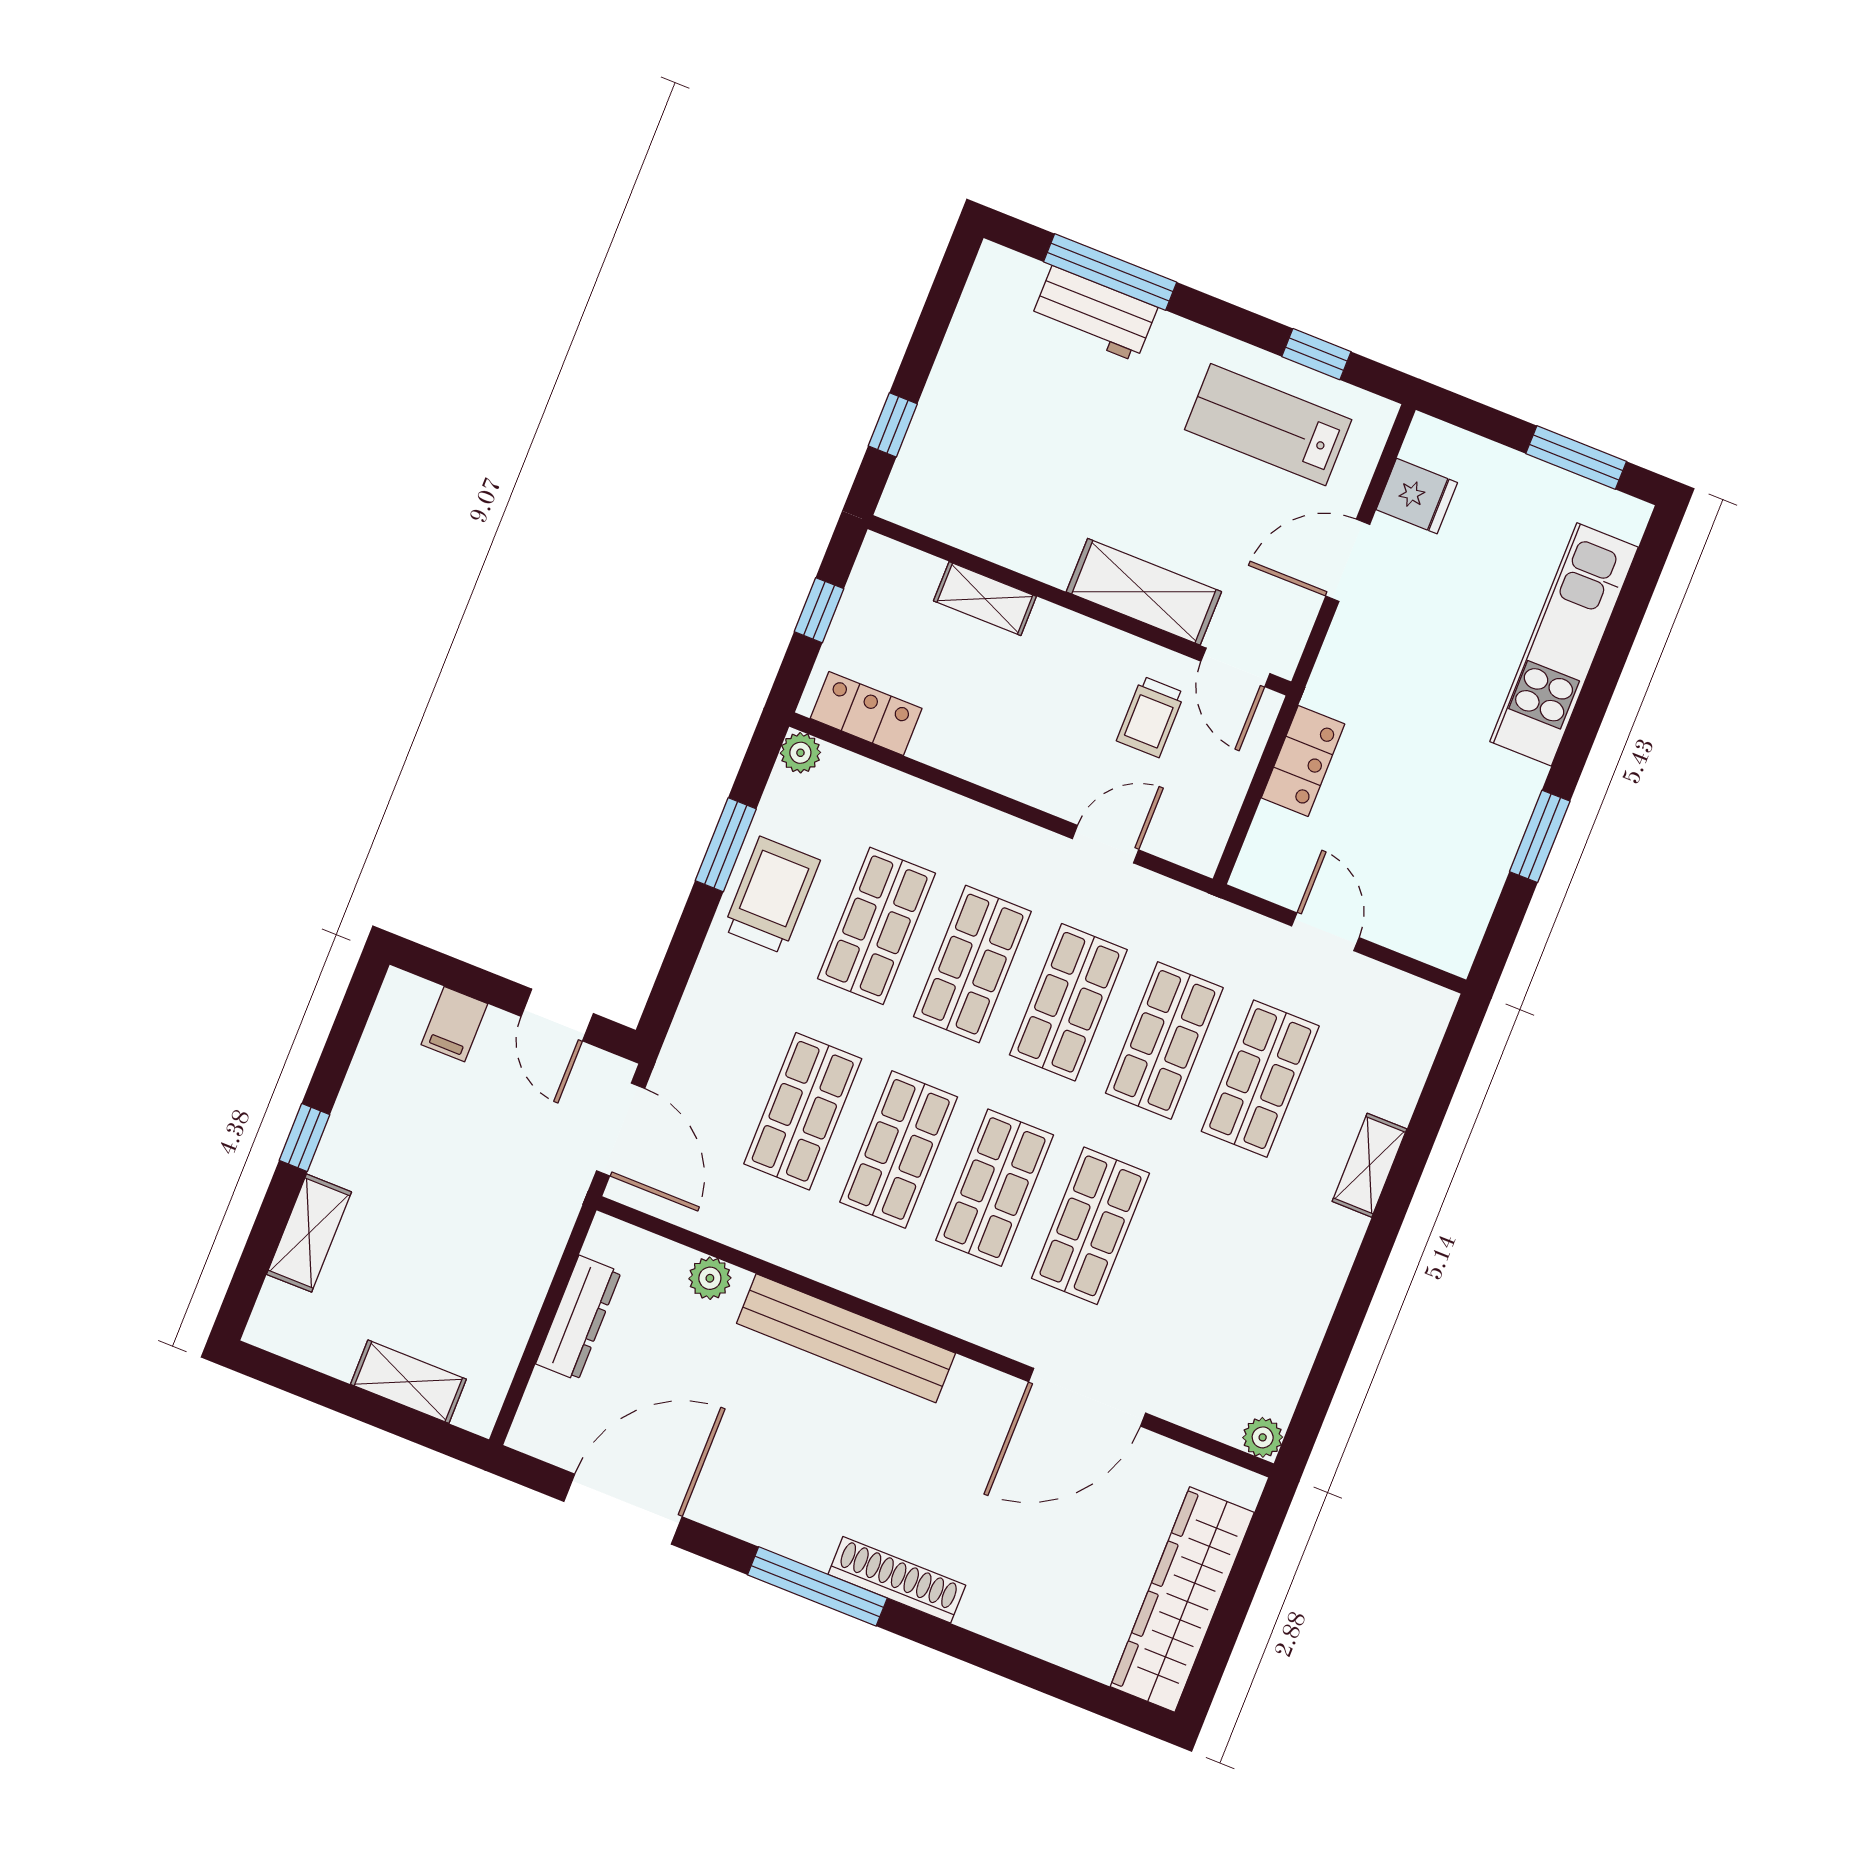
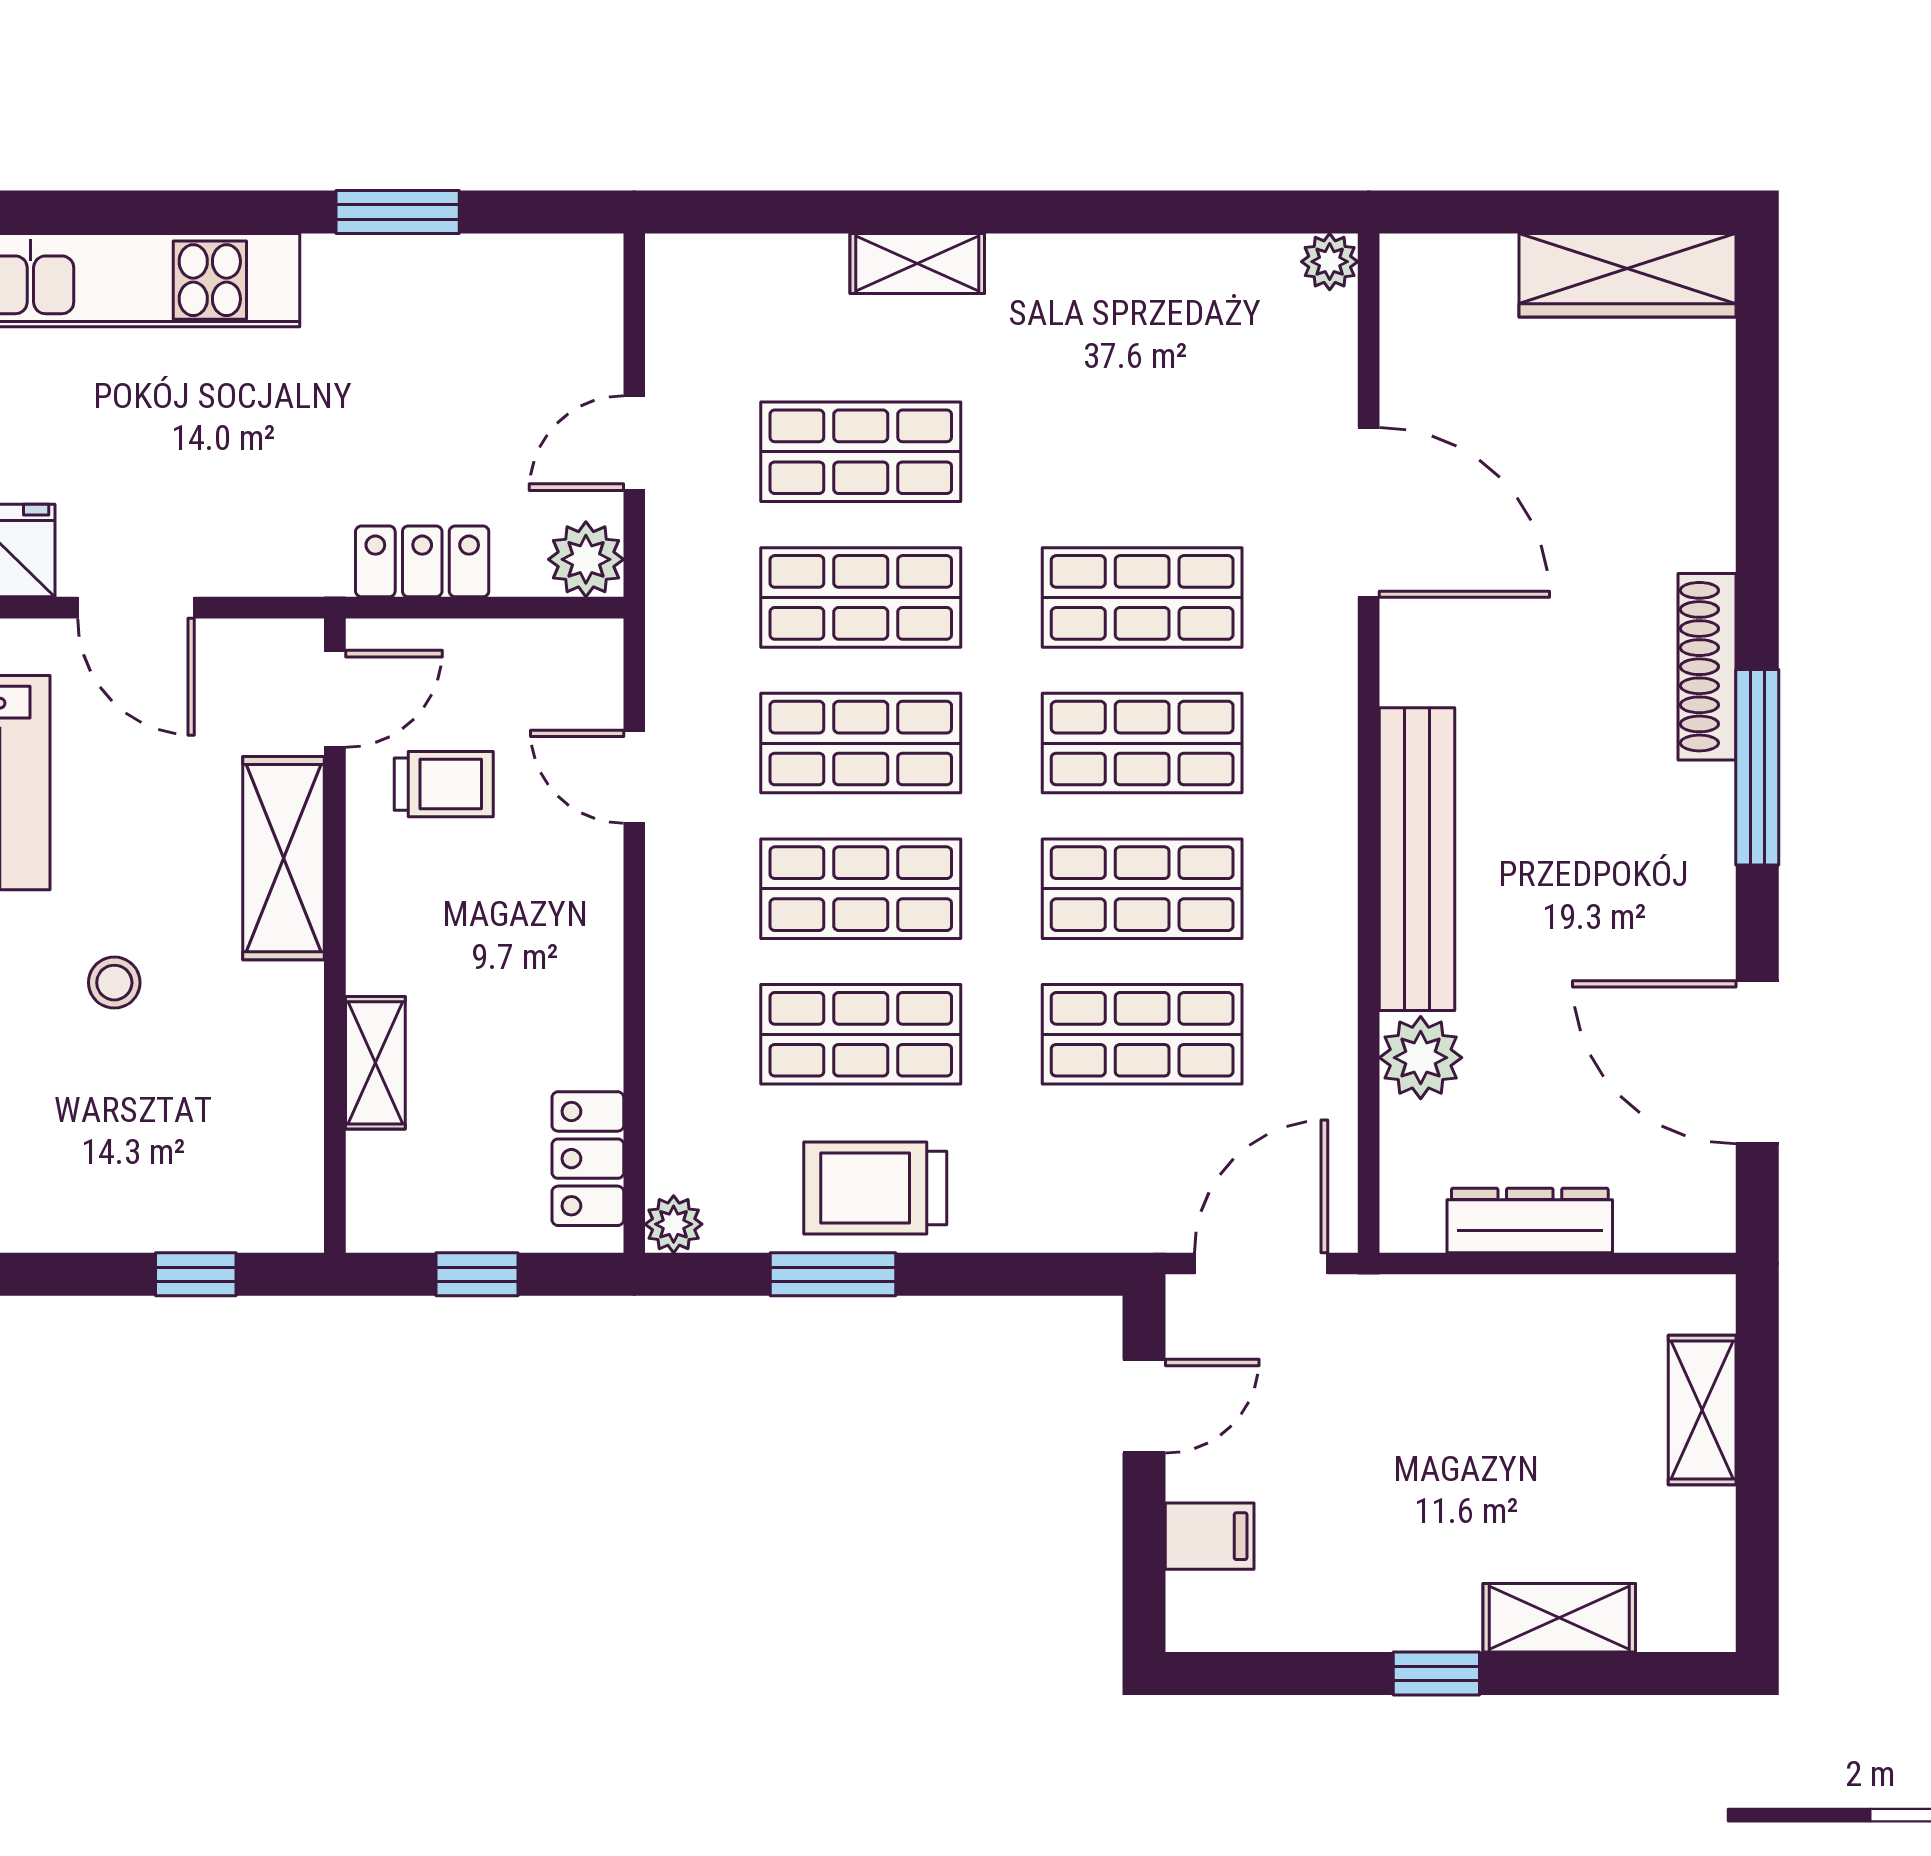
stool: (1106, 448) -> (114, 983), added
plant: (1261, 869) -> (586, 559), added
plant: (710, 1278) -> (1421, 1058), width x1.38, depth x1.38
wardrobe: (1182, 1600) -> (1627, 275), width x0.71, depth x0.85

